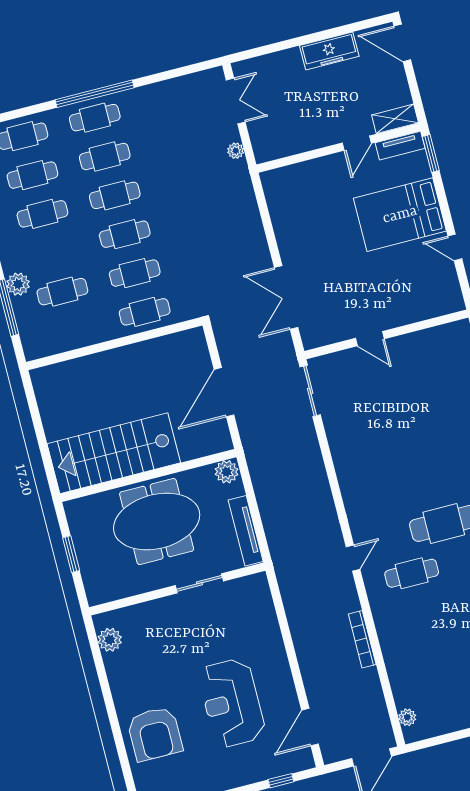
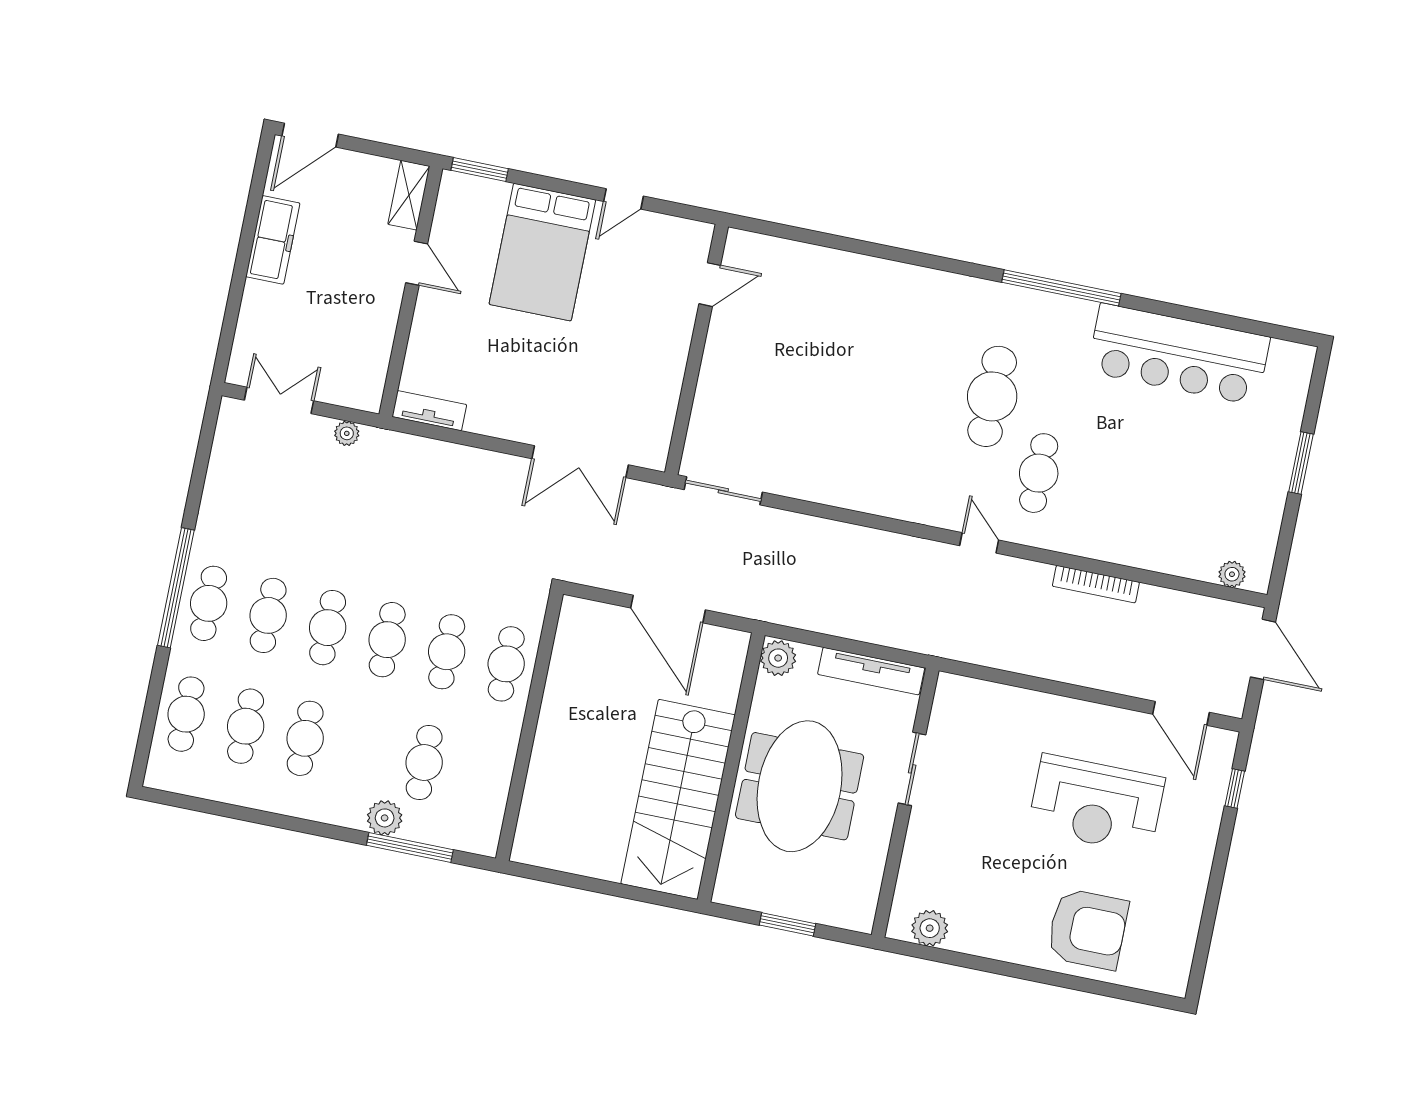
tv unit: (400, 146) -> (429, 411), moved, turned -90
door: (370, 339) -> (710, 285), moved

